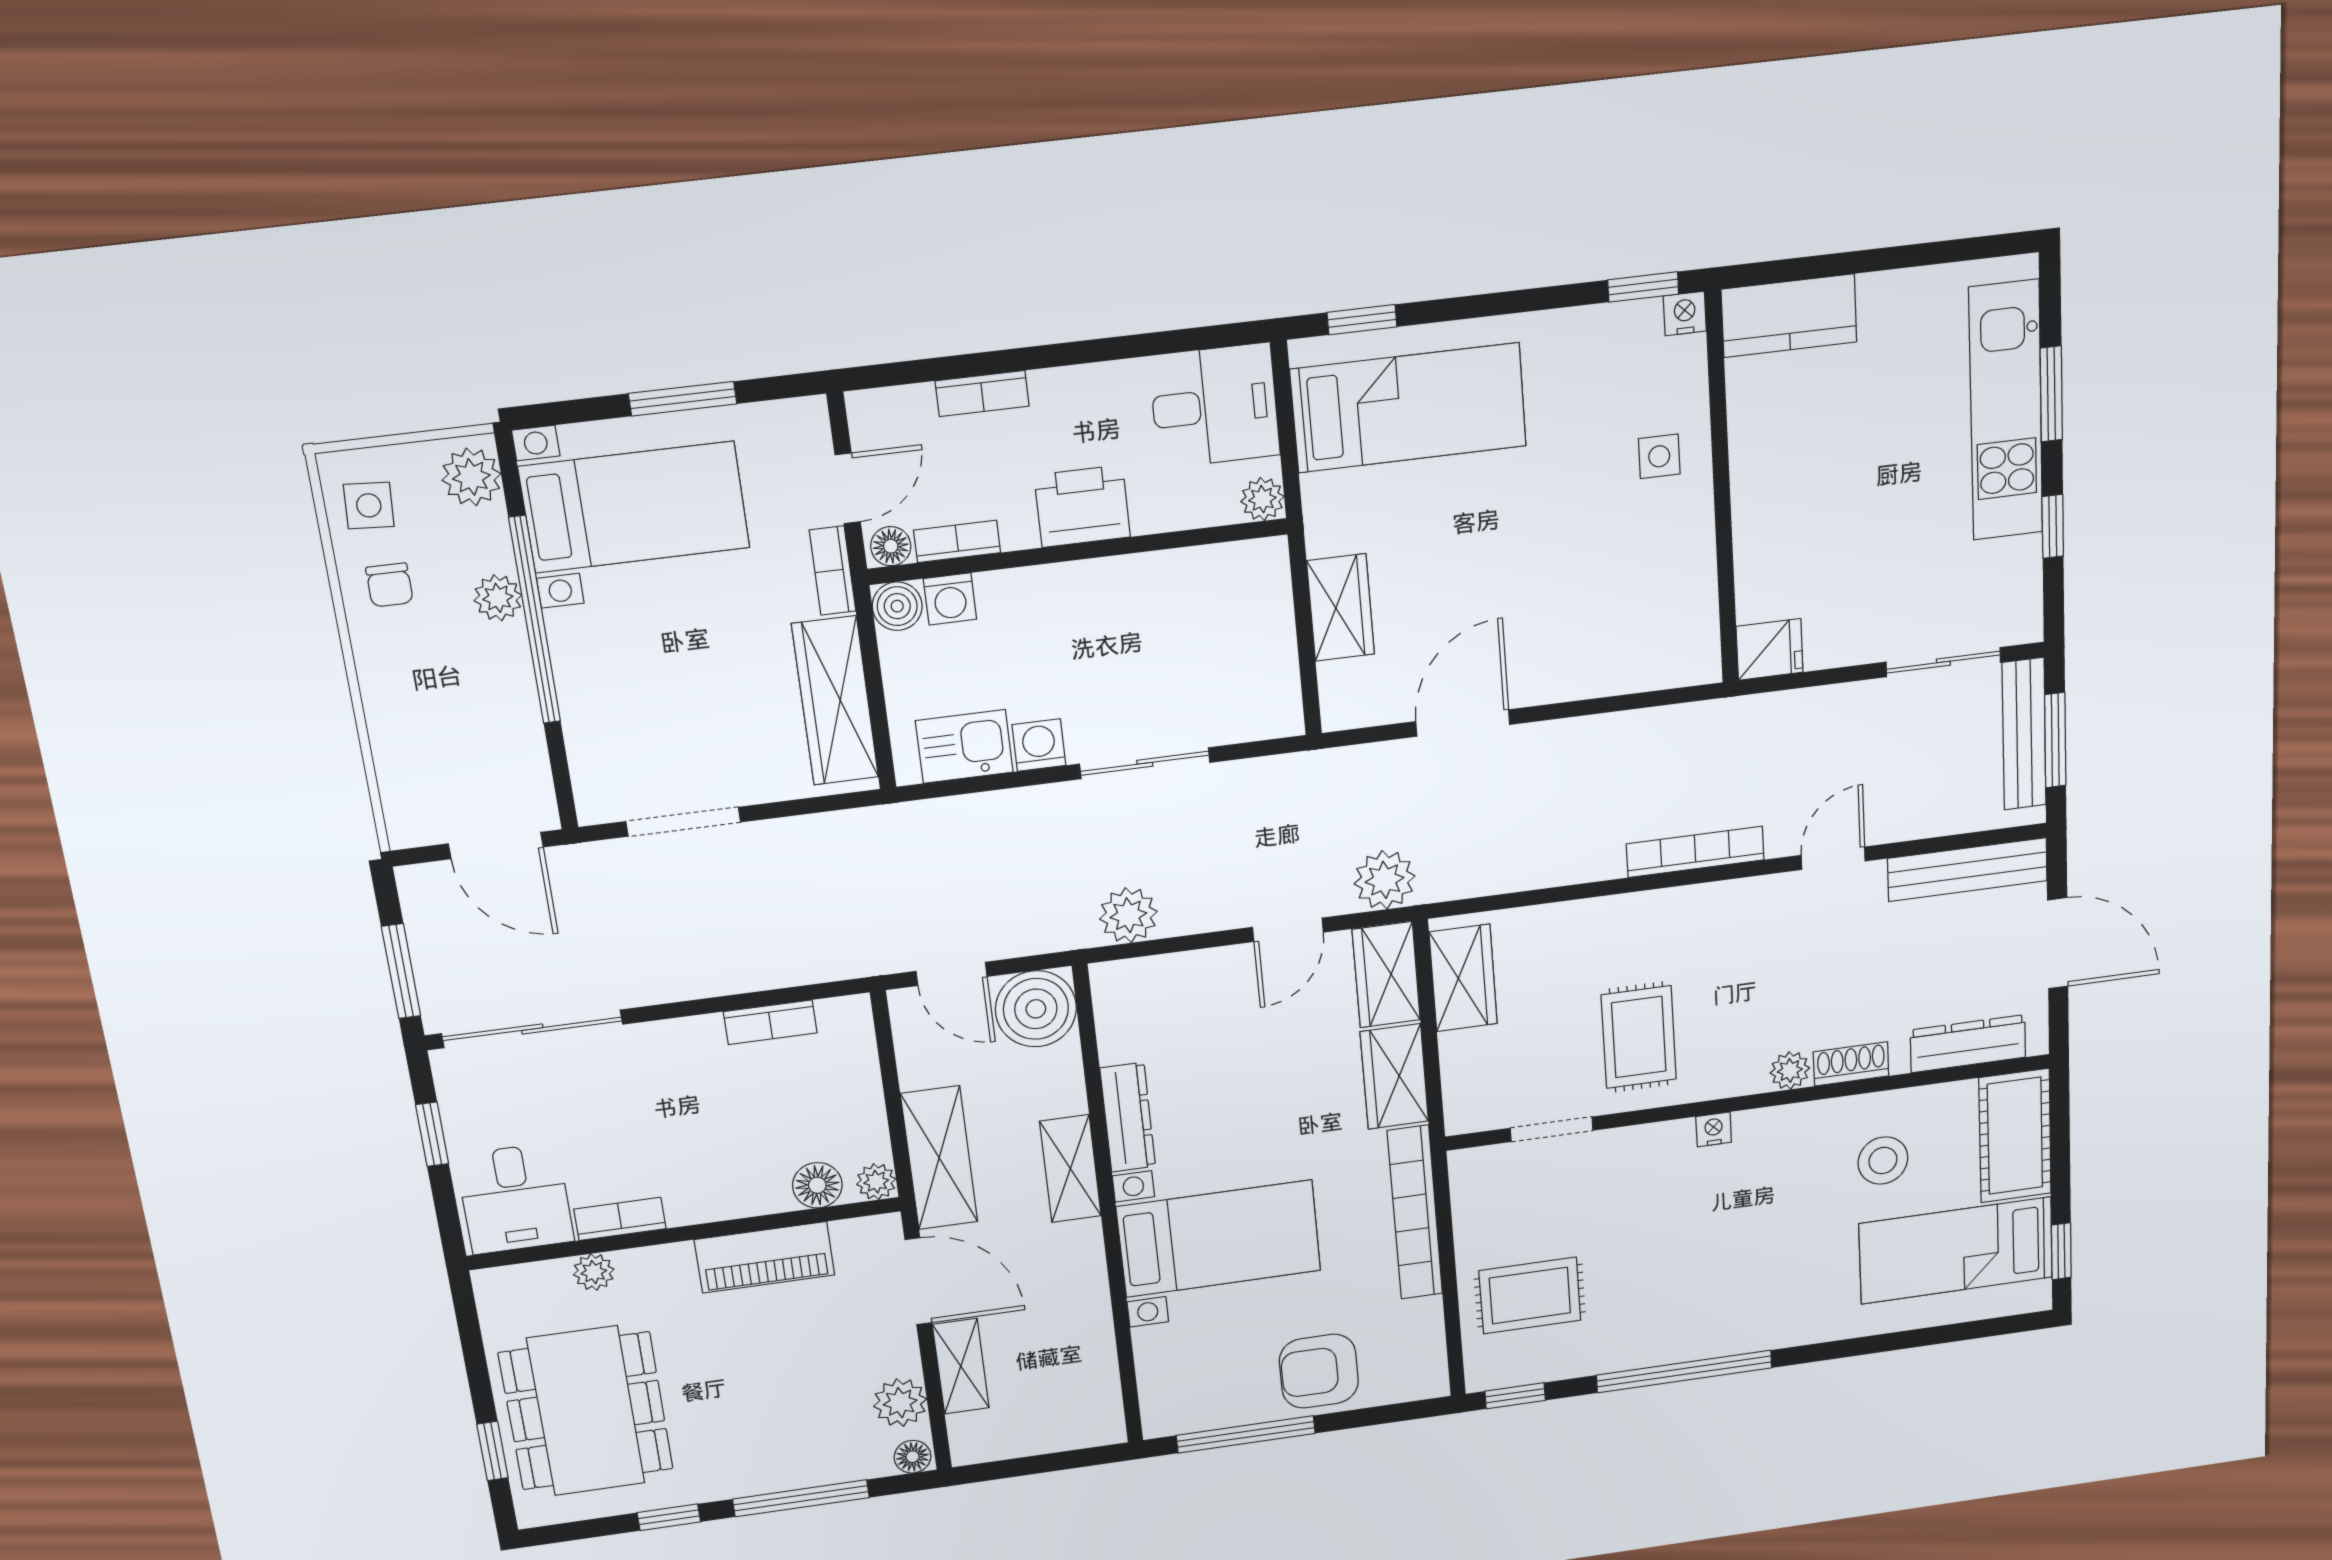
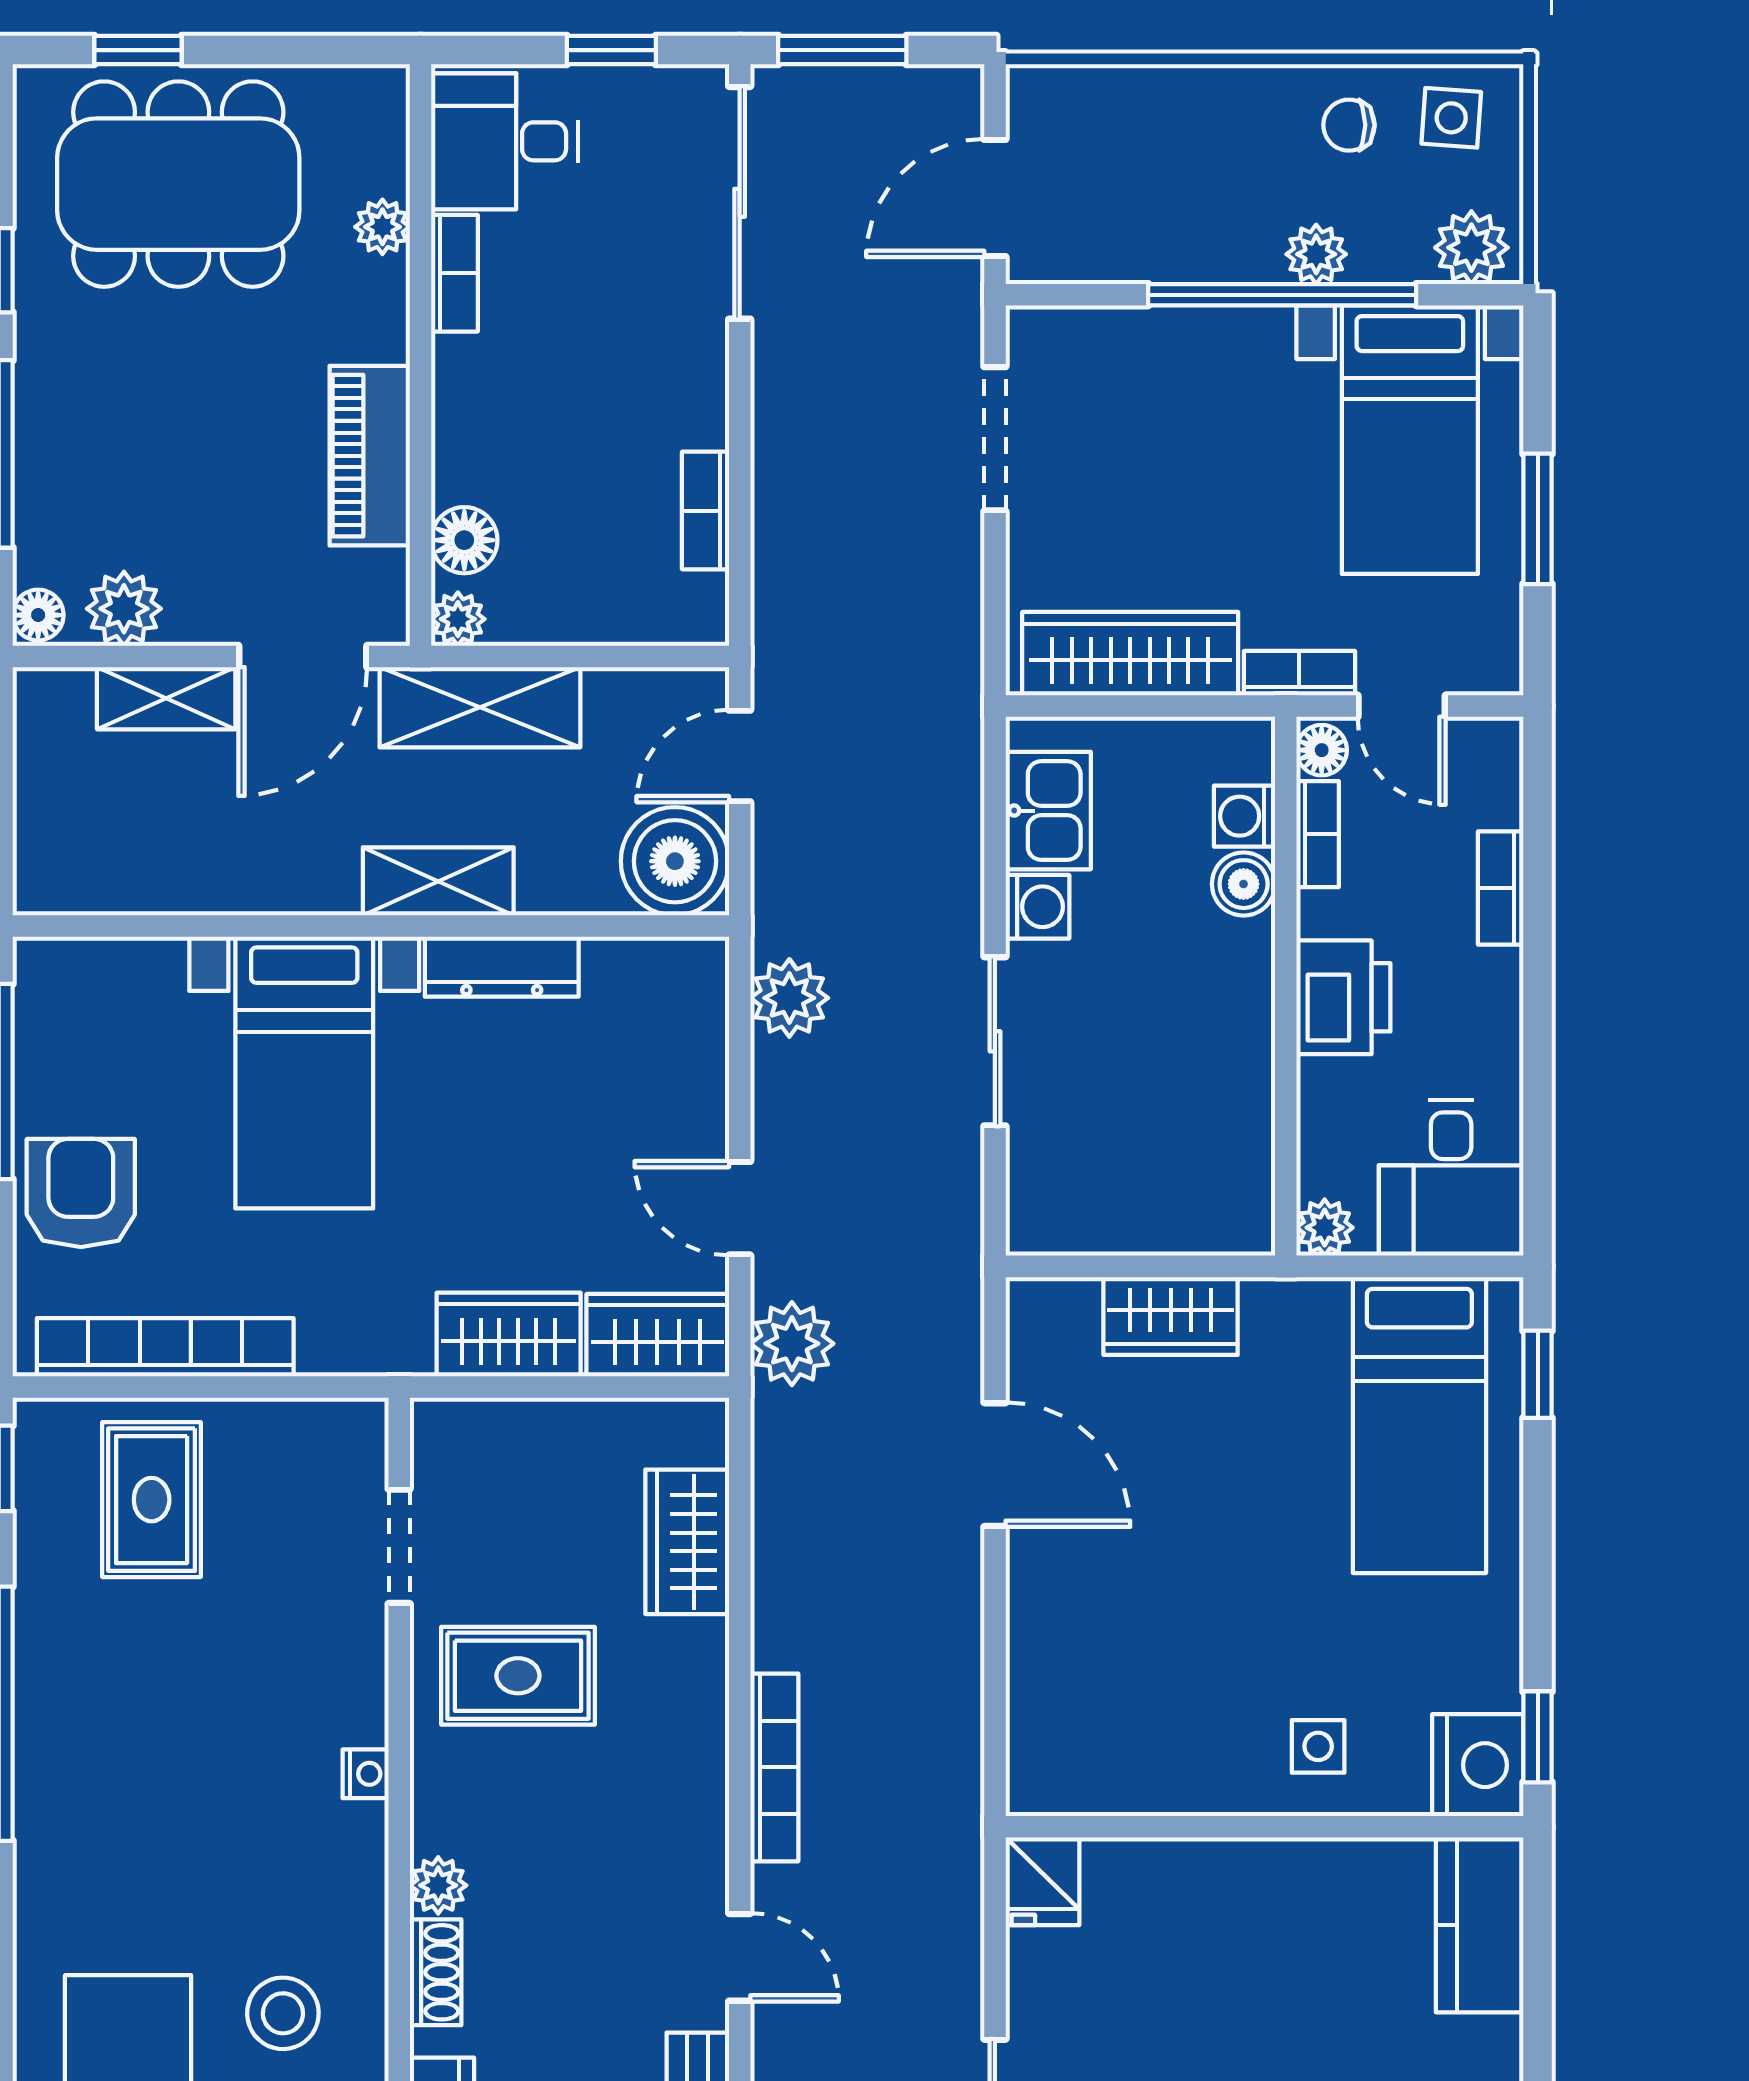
nightstand: (1685, 313) -> (1478, 1765), width x1.89, depth x1.79
boiler: (897, 606) -> (1244, 884), moved
wardrobe: (1463, 978) -> (687, 1542), moved, turned 90
bookcase: (1415, 1213) -> (165, 1347), moved

